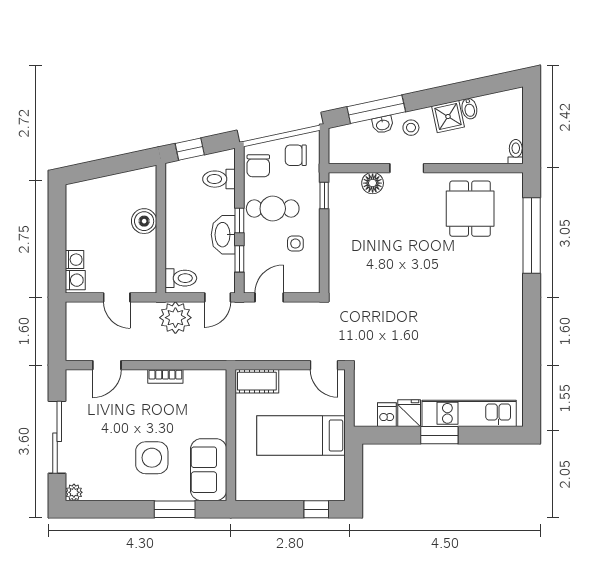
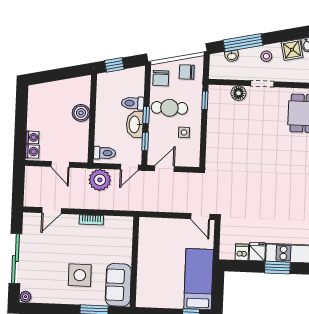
washbasin: (383, 125) -> (232, 56), moved
toilet: (219, 179) -> (133, 103), moved
cot: (257, 381) -> (154, 226), removed
bed: (301, 435) -> (199, 279), moved, turned 90

